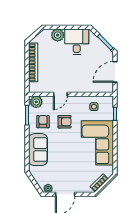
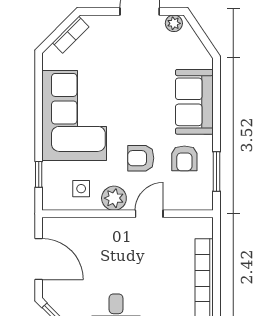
door: (115, 72) -> (39, 259), hinge flipped
plant: (36, 102) -> (114, 198), moved

